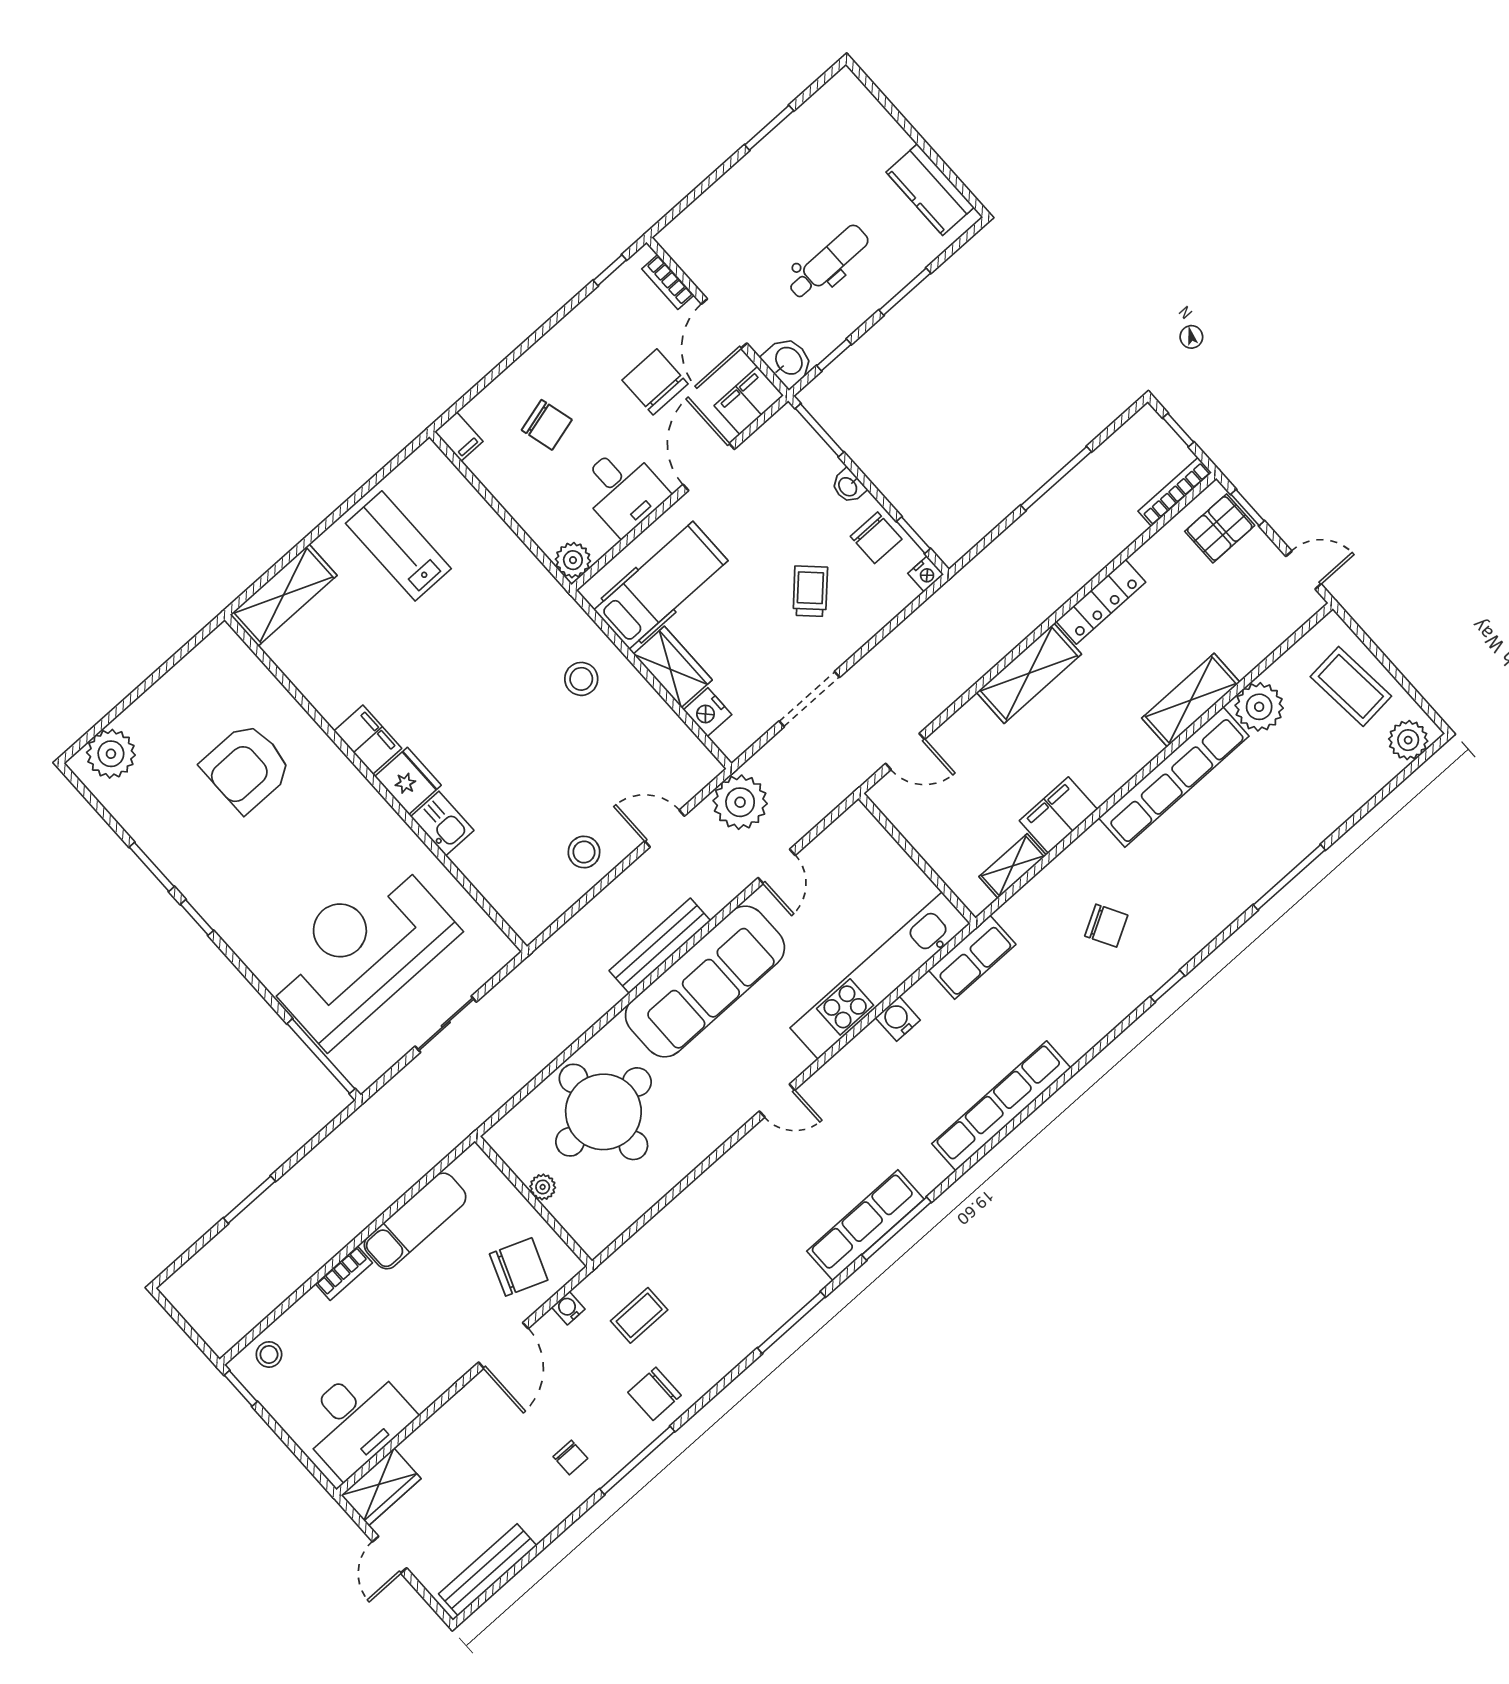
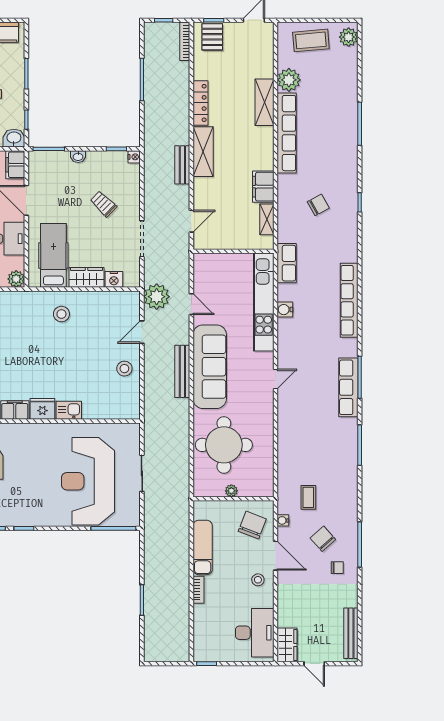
chair: (876, 538) -> (105, 163), removed
bench: (980, 659) -> (182, 165), added
stool: (269, 1354) -> (258, 580), moved
chair: (655, 1394) -> (323, 539), moved, turned 138

